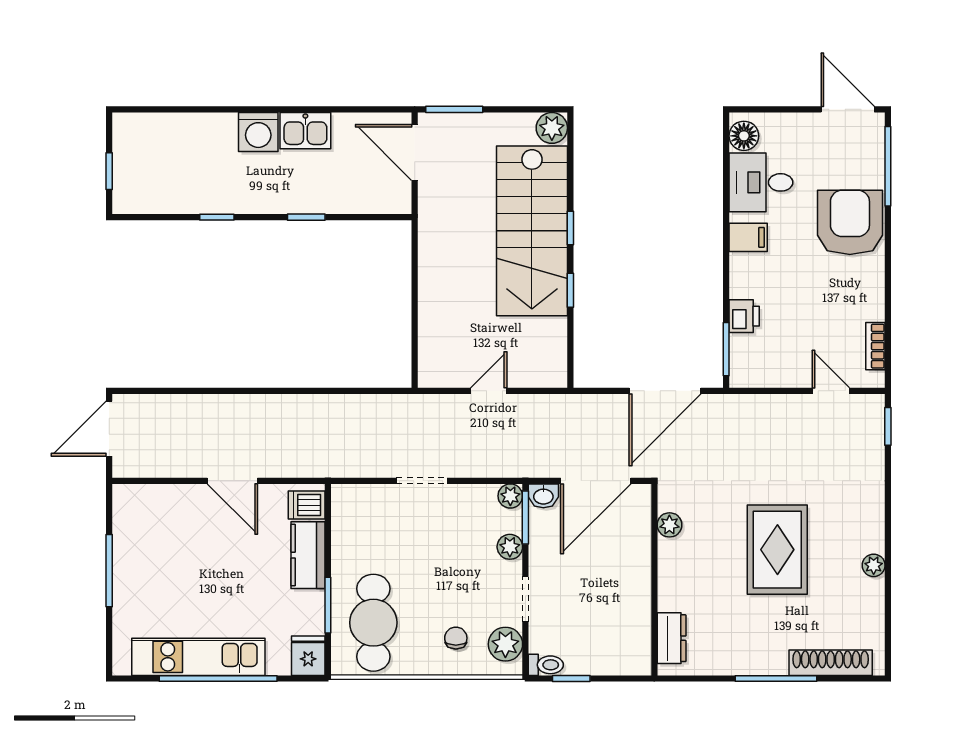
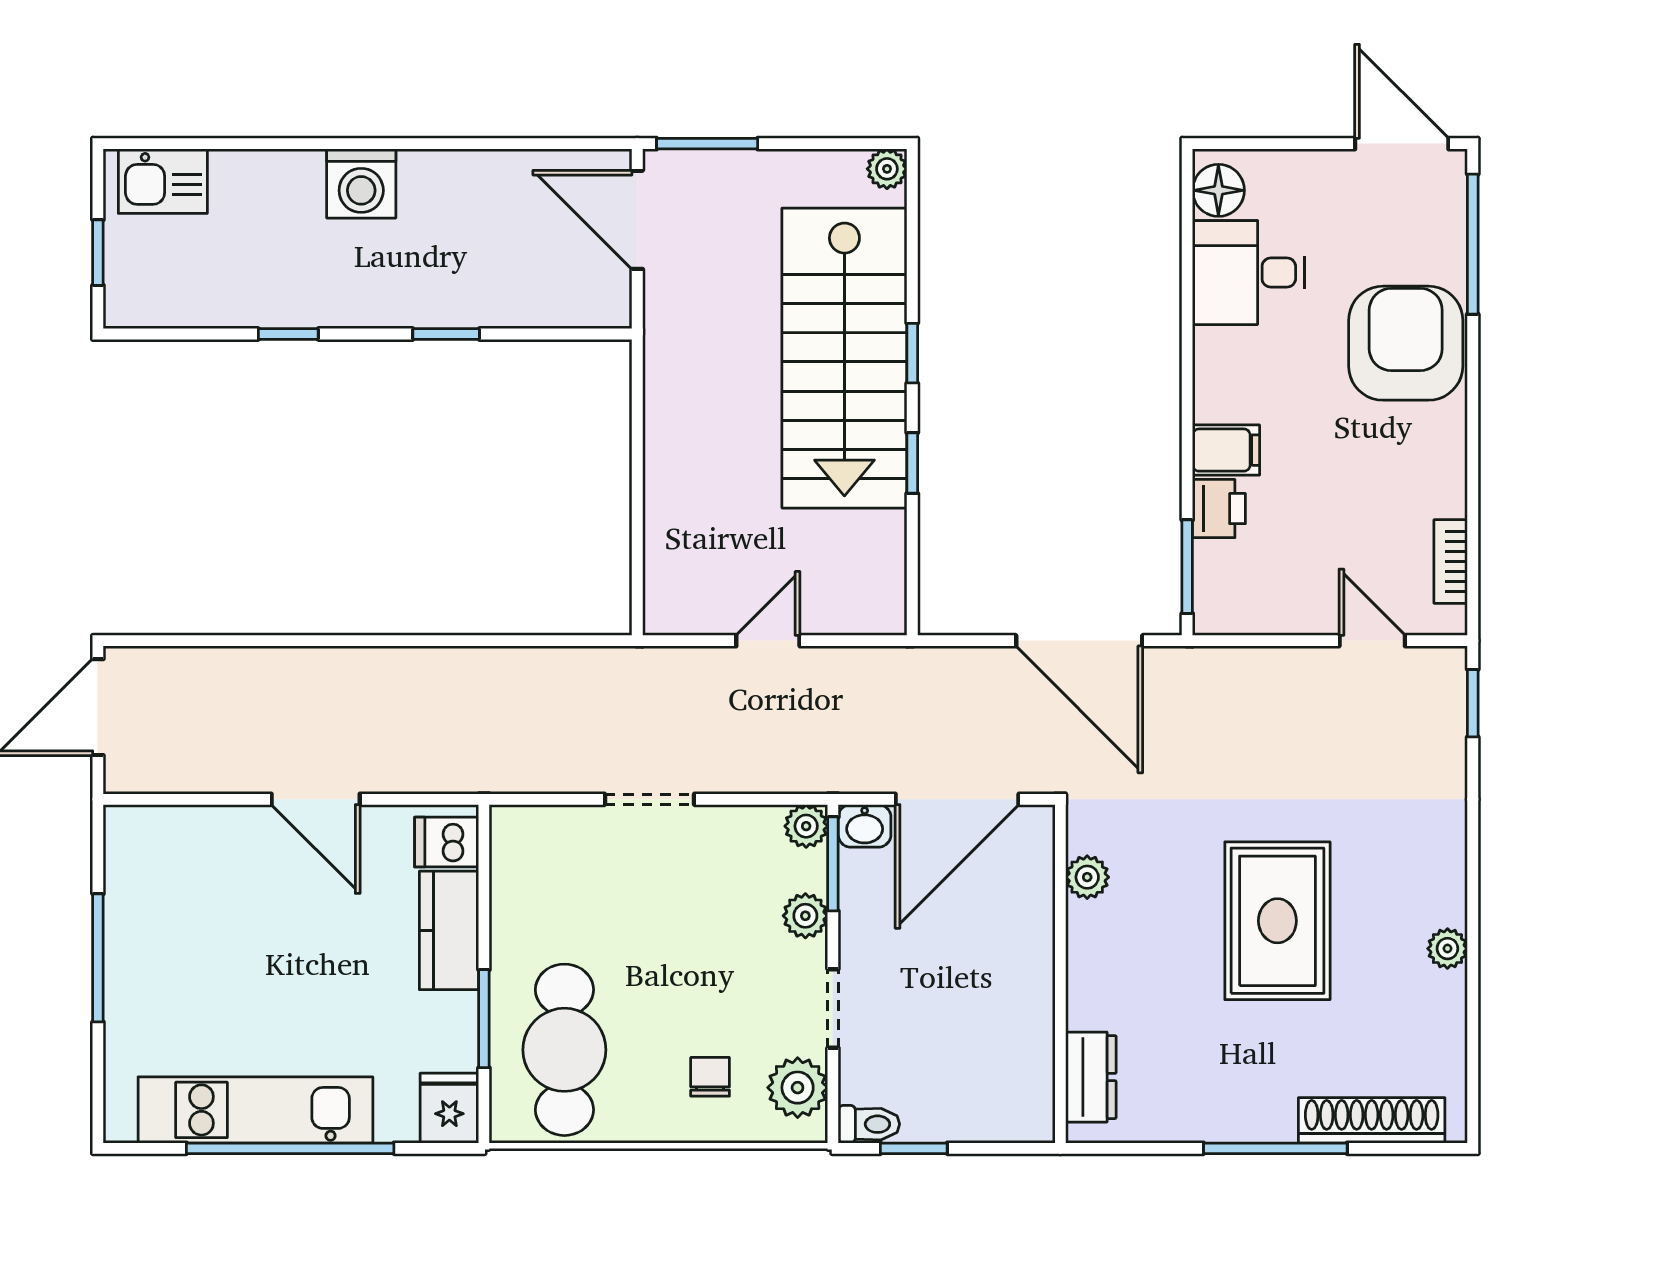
plant: (552, 128) -> (887, 169), width x0.73, depth x0.73
kitchen sink: (305, 131) -> (163, 181), moved
filing cabinet: (748, 237) -> (1226, 450), moved
door: (665, 391) -> (1079, 641), hinge flipped

